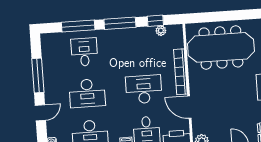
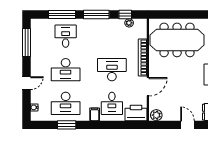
window: (38, 76) -> (26, 43), moved
door: (189, 107) -> (148, 87), swing flipped

